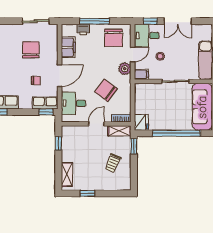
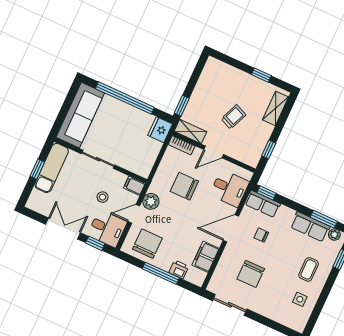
chair: (106, 90) -> (184, 186), turned 143
trolley: (113, 163) -> (233, 117), moved

